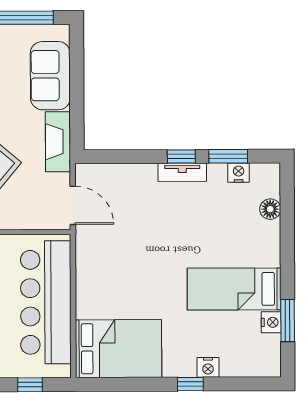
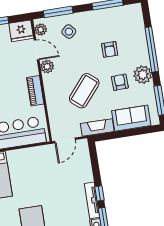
tv unit: (182, 172) -> (92, 200), width x1.41

